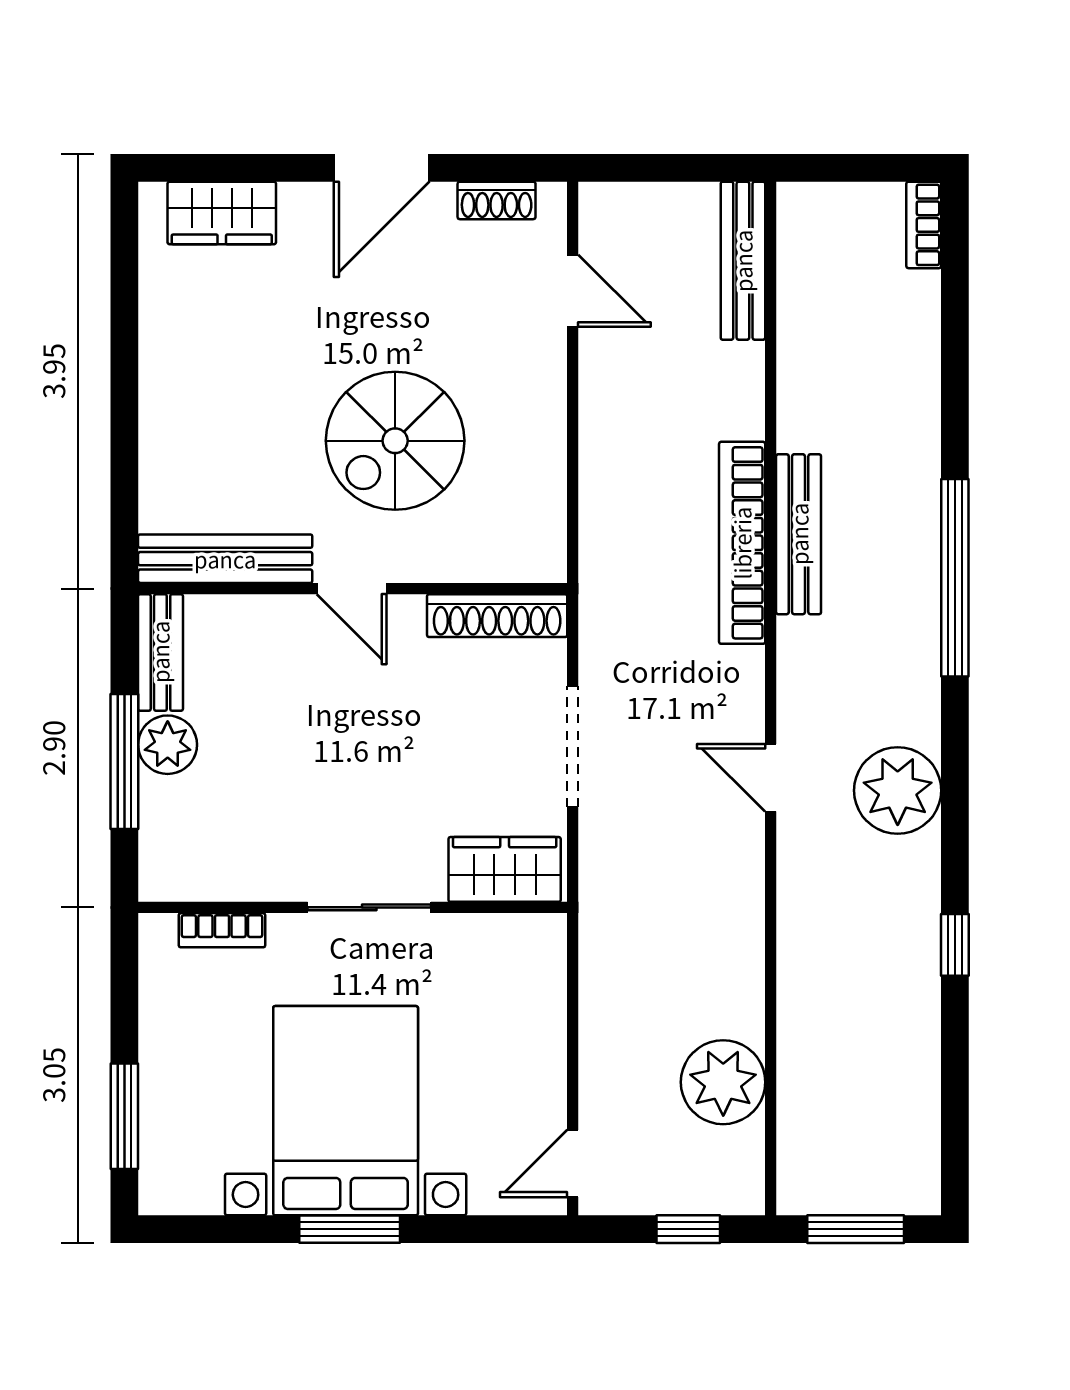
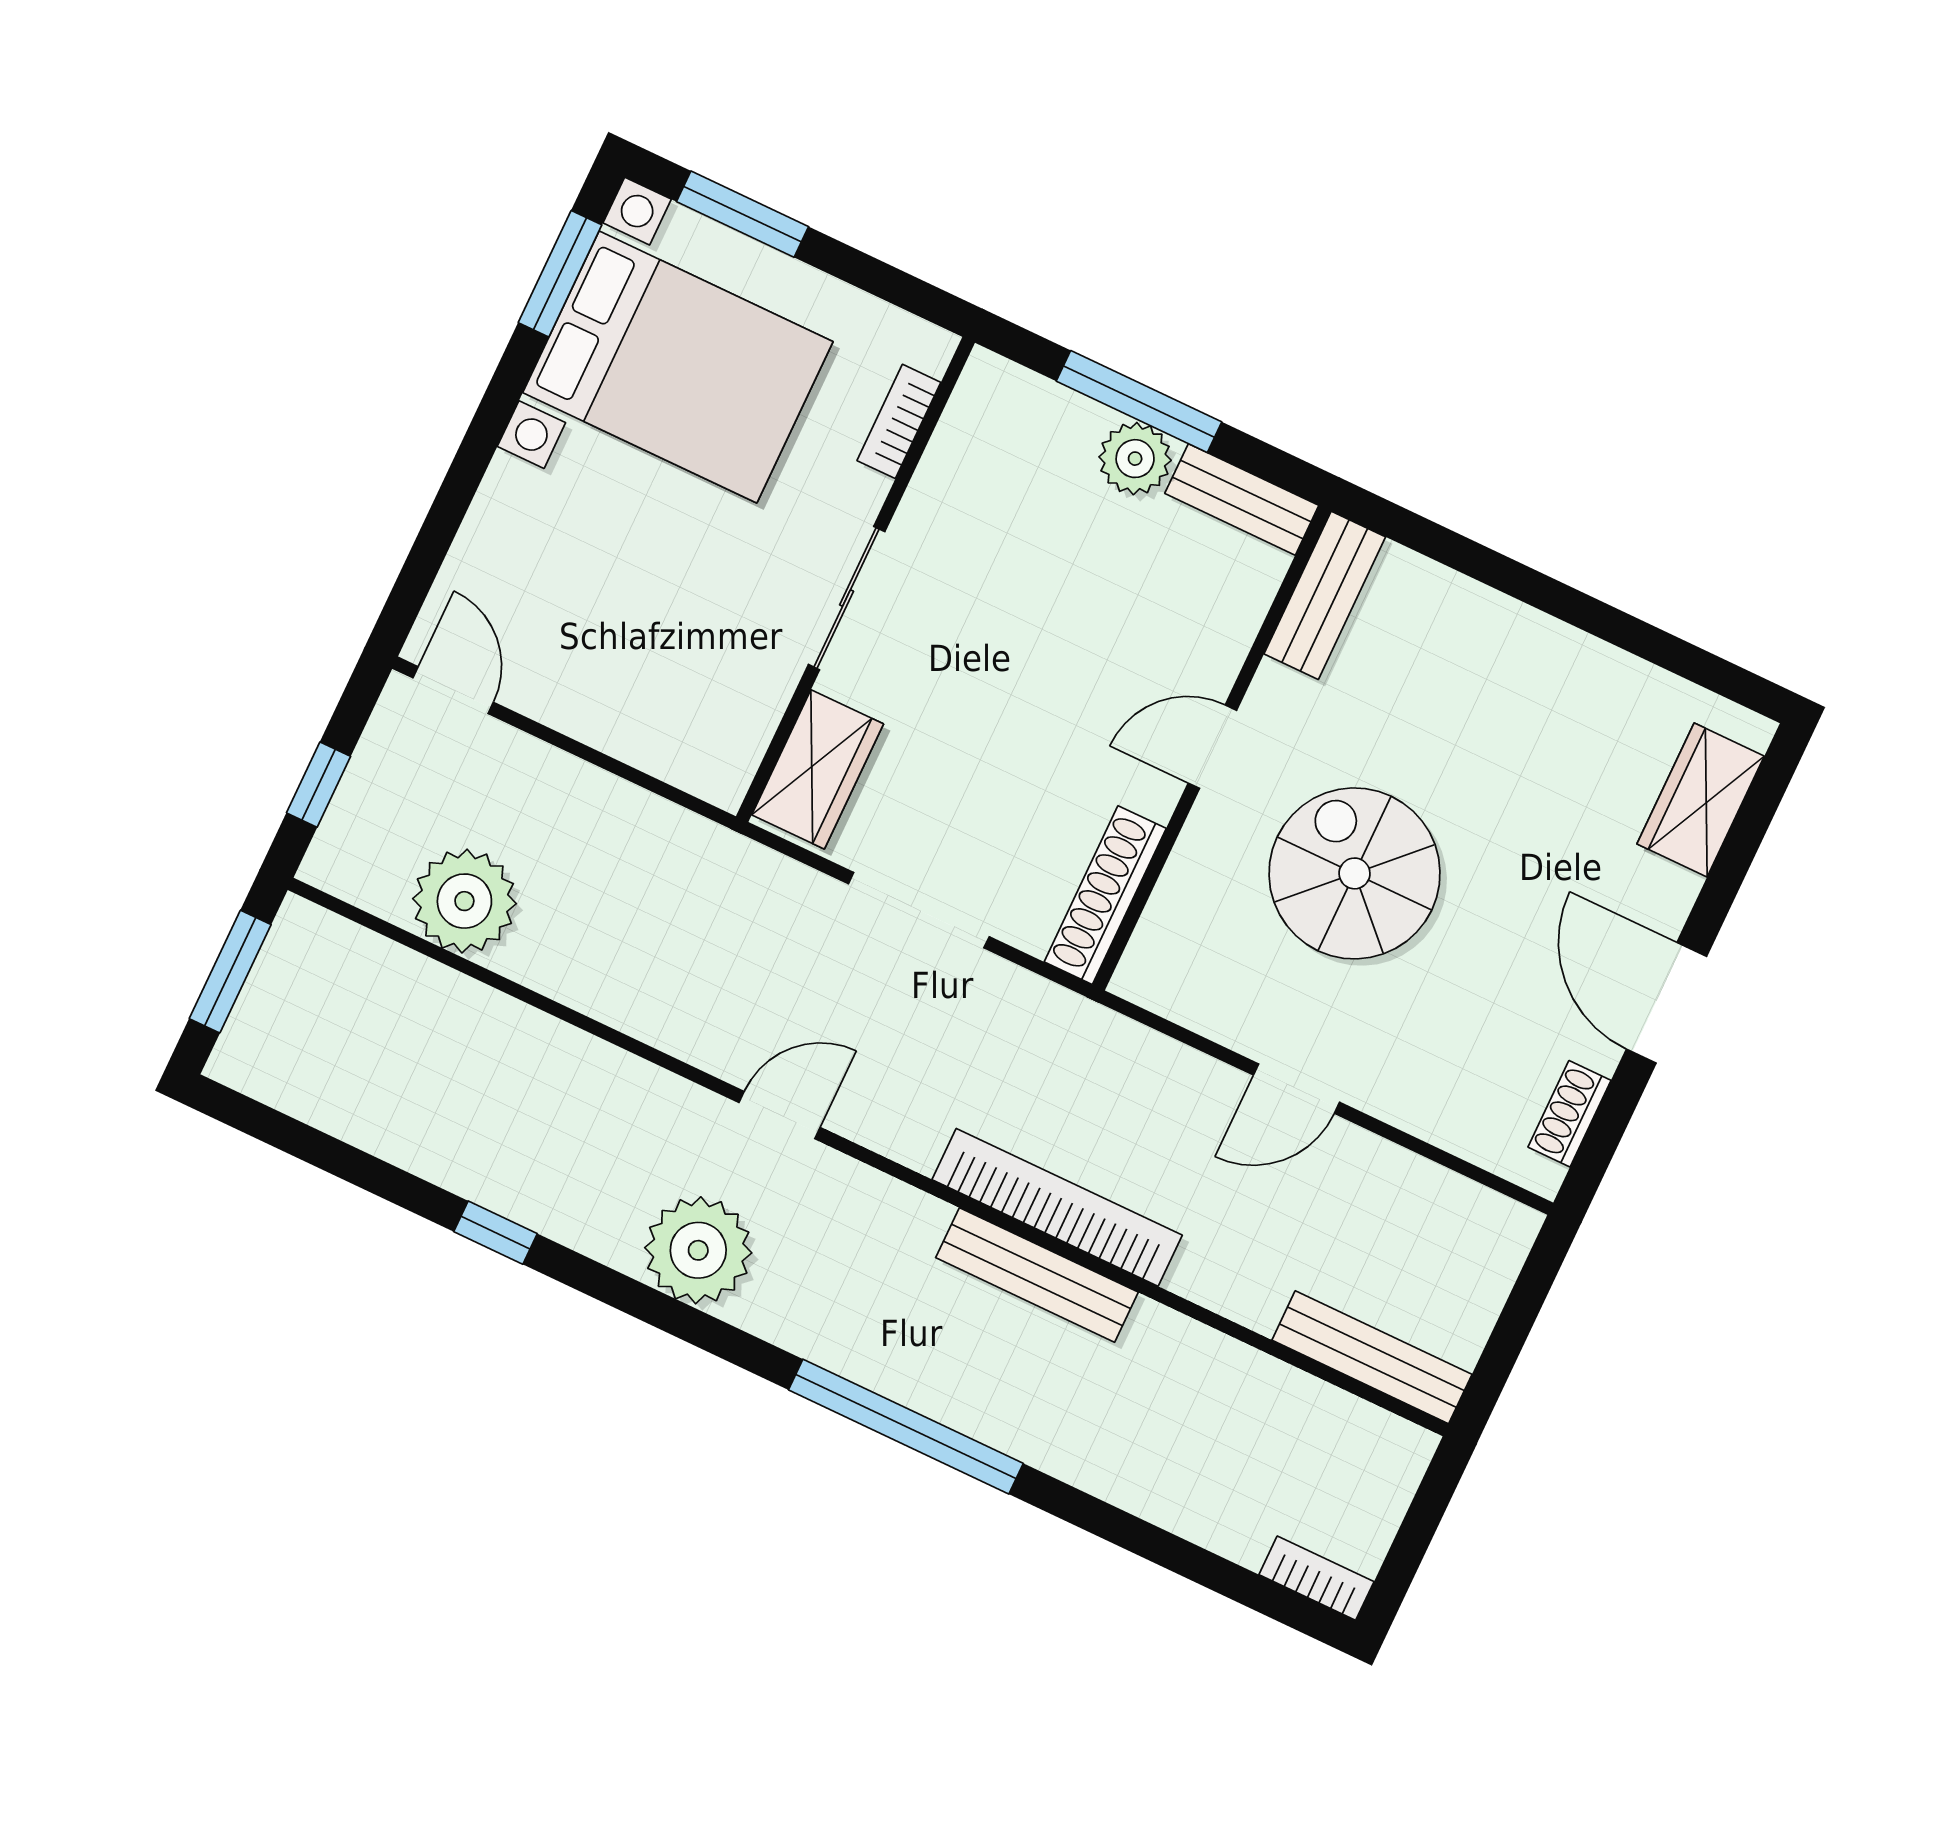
door: (573, 291) -> (1296, 1089), moved
bench: (225, 559) -> (1325, 595), width x0.73
bed with nightstands: (346, 1111) -> (678, 367), moved
window: (350, 1229) -> (560, 274), moved

